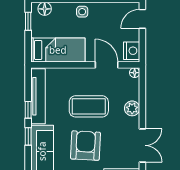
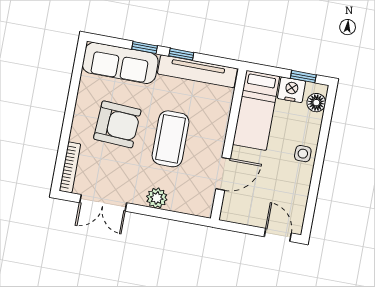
nightstand: (132, 51) -> (292, 90), moved, turned 180
floor lamp: (135, 73) -> (205, 211), removed

